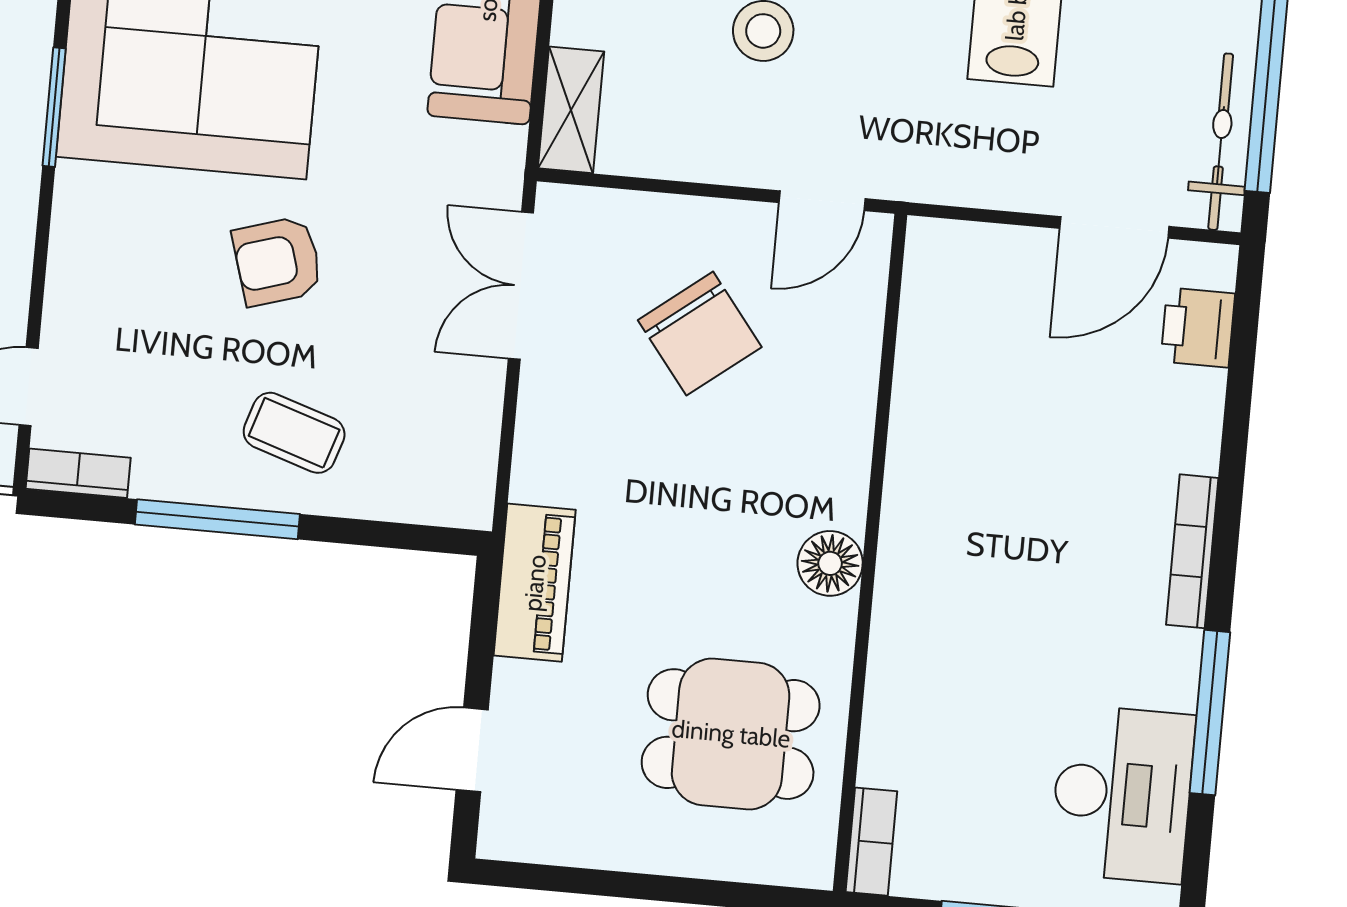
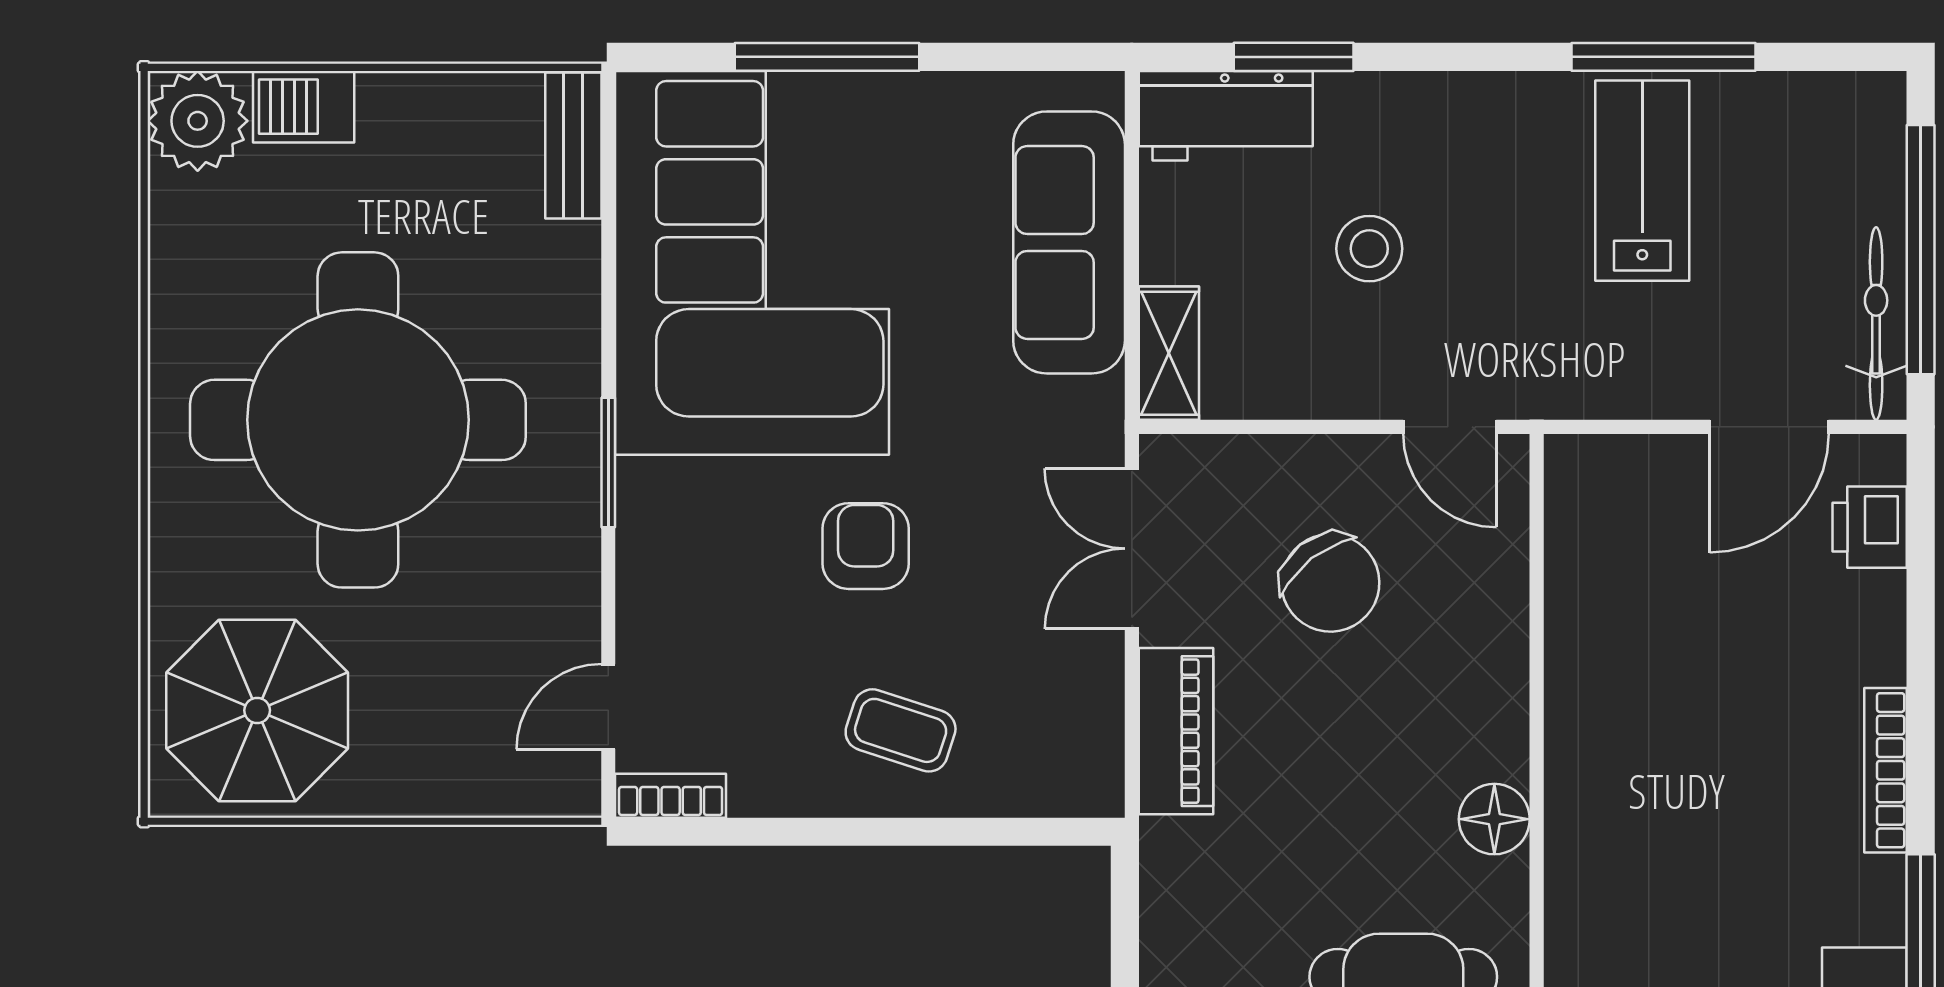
window: (54, 107) -> (608, 462), moved
door: (822, 201) -> (1450, 427), hinge flipped
armchair: (277, 261) -> (866, 546), turned 107
window: (217, 519) -> (826, 832), removed
piano: (535, 583) -> (1176, 731), moved

